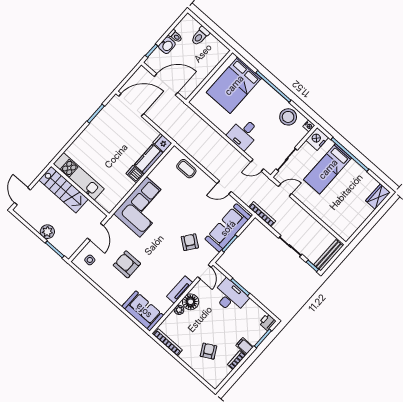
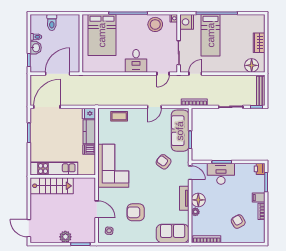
kitchen unit: (79, 176) -> (54, 169), moved
stairs: (64, 190) -> (52, 186), moved
wall: (80, 190) -> (63, 176), moved
wardrobe: (378, 197) -> (259, 43), moved
floor lamp: (340, 226) -> (252, 65), added

